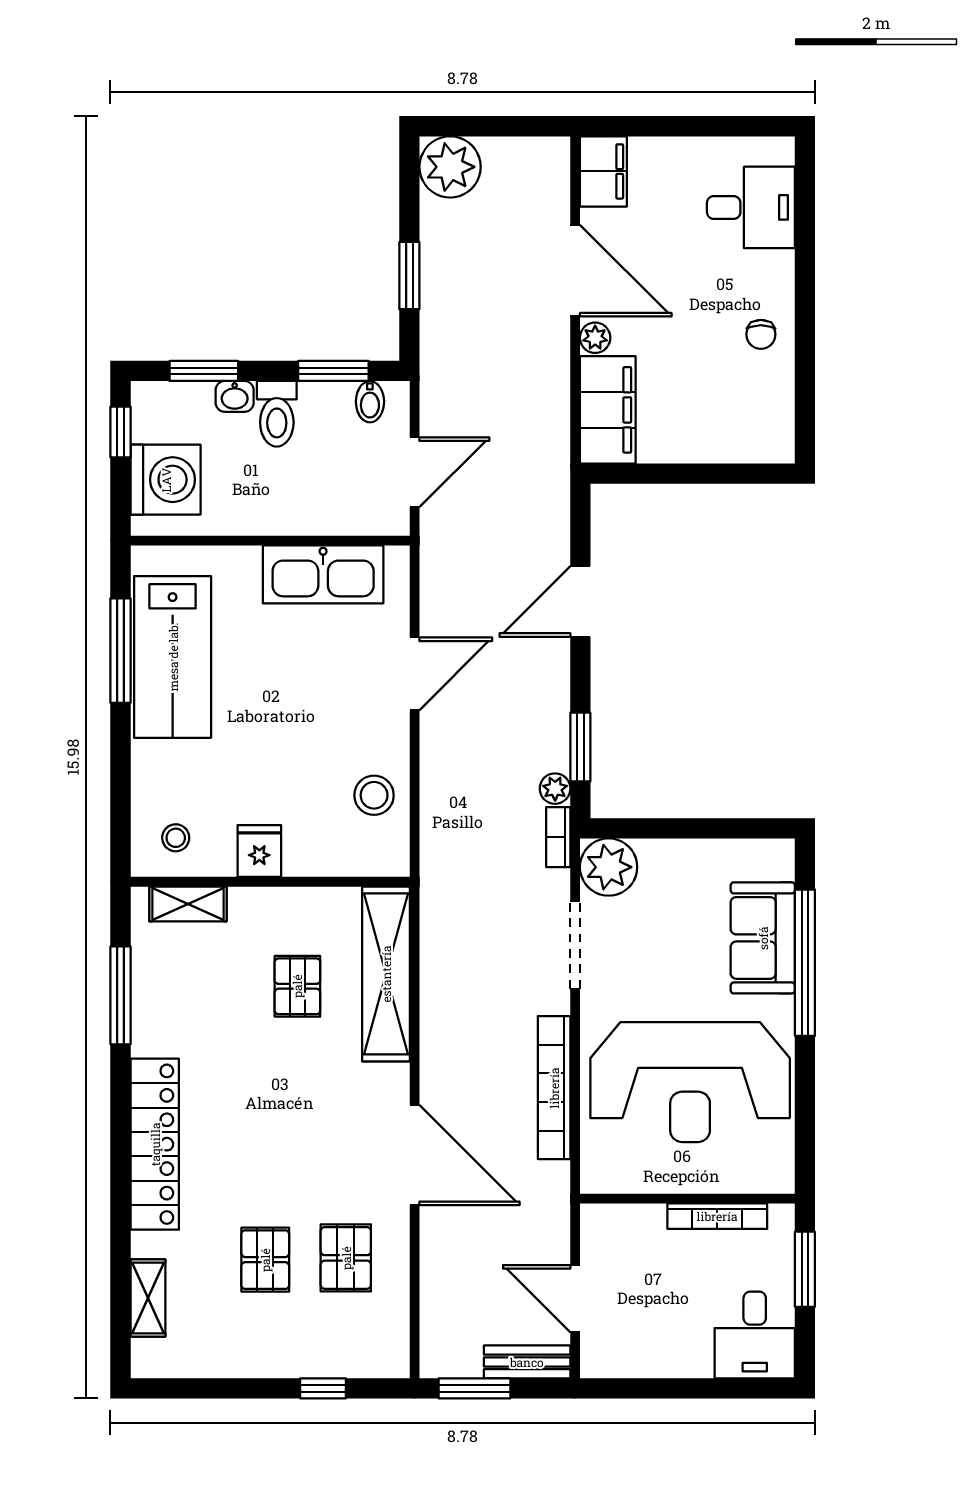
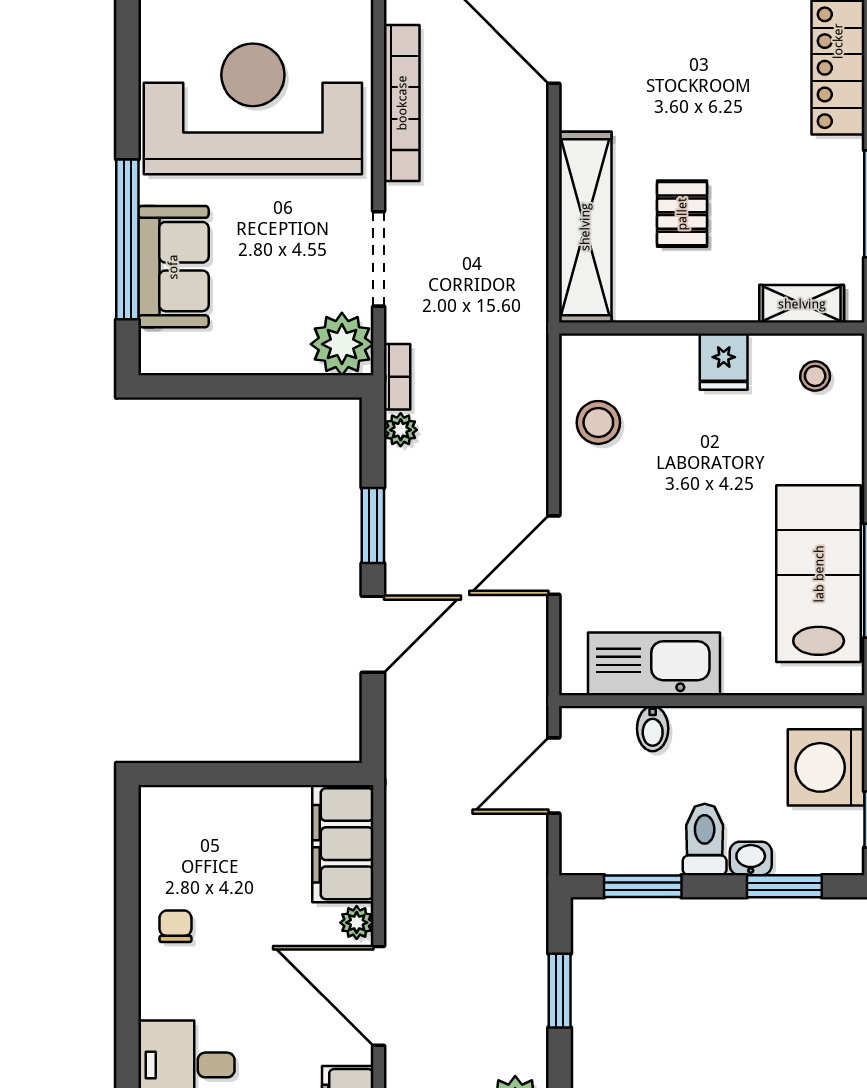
bidet: (370, 402) -> (653, 729), moved, turned 180
window: (580, 747) -> (373, 526), moved

